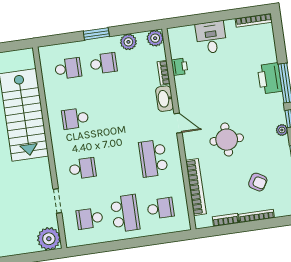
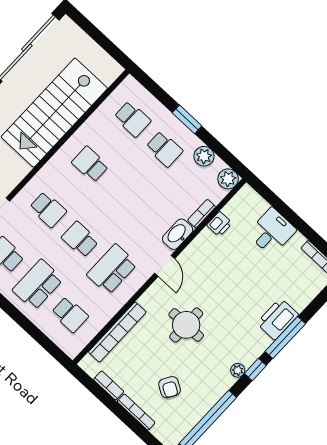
school desk: (118, 163) -> (80, 239), added
school desk: (125, 213) -> (38, 285), turned 180

